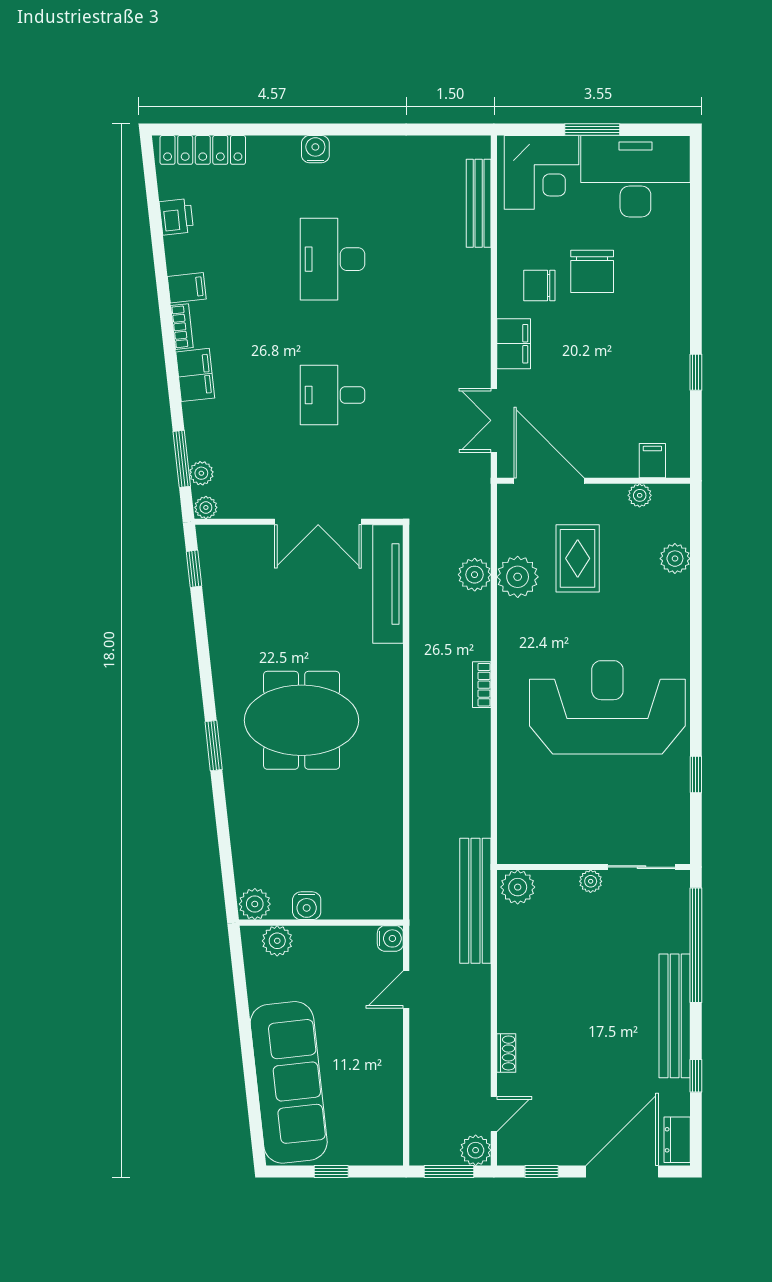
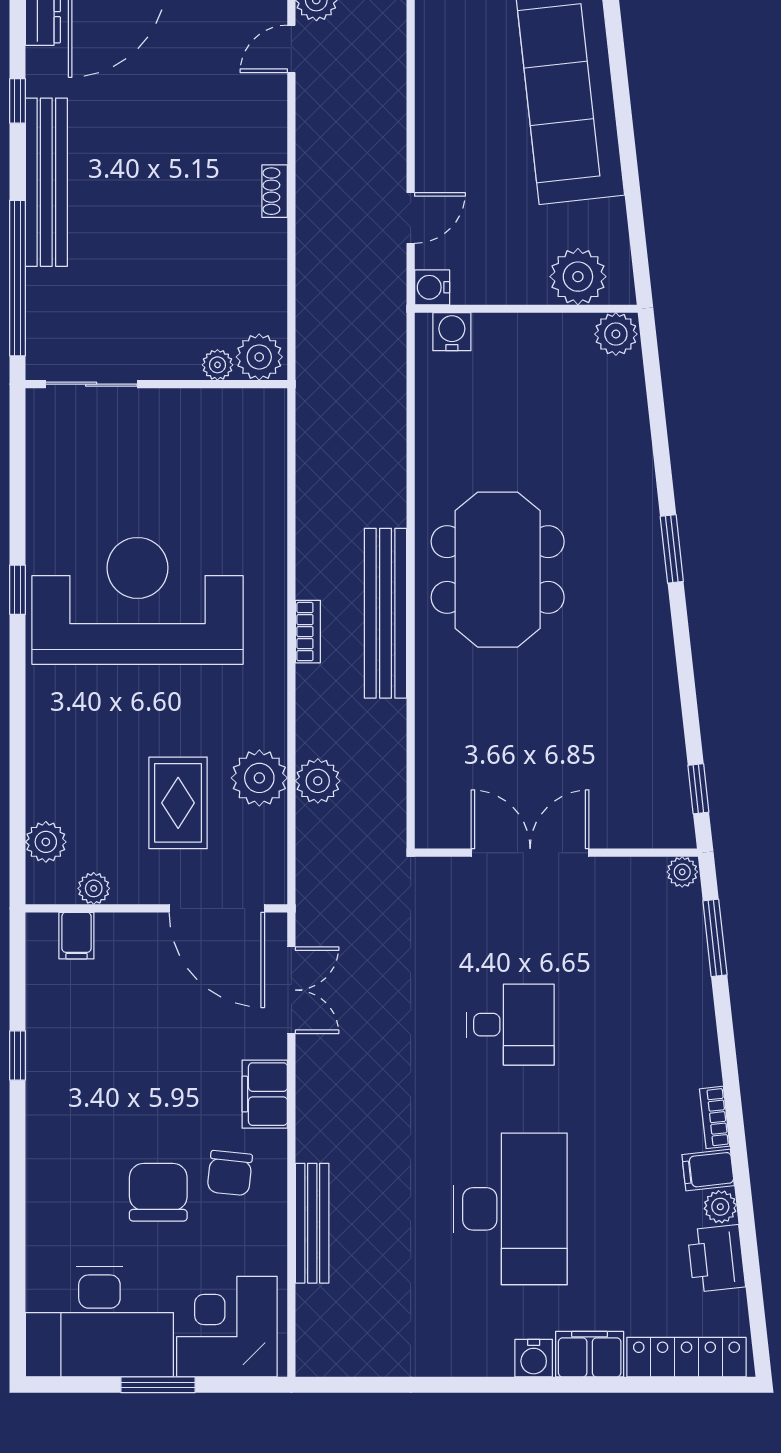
bench: (479, 203) -> (312, 1223), moved
printer: (176, 217) -> (716, 1258), width x1.36, depth x1.24
desk: (333, 259) -> (510, 1209), width x1.36, depth x1.30
chair: (539, 286) -> (230, 1173), turned 96
filing cabinet: (195, 375) -> (590, 1354), moved, turned 96
plant: (201, 473) -> (720, 1207), moved
plant: (675, 559) -> (46, 842), moved
tv unit: (388, 584) -> (435, 768), removed
reception desk: (607, 707) -> (138, 601), turned 180
meeting table: (302, 720) -> (498, 570), moved, turned 90
window: (696, 775) -> (17, 590), moved
plant: (591, 881) -> (217, 365), moved
bench: (475, 901) -> (385, 613), moved
water cooler: (307, 906) -> (452, 332), moved
plant: (277, 941) -> (578, 277), width x1.36, depth x1.36
shoe rack: (506, 1053) -> (275, 191), moved

